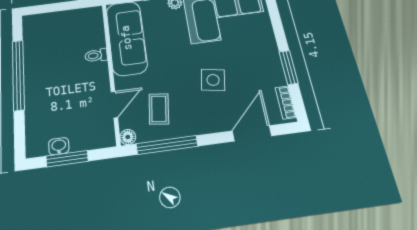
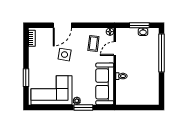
window: (289, 68) -> (26, 78), moved
window: (18, 75) -> (162, 53), moved
door: (252, 133) -> (62, 25), moved
window: (167, 145) -> (92, 25), removed

